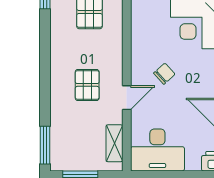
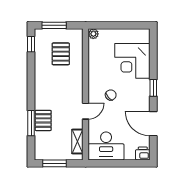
pallet: (87, 85) -> (43, 120), moved
window: (45, 145) -> (31, 123), moved

